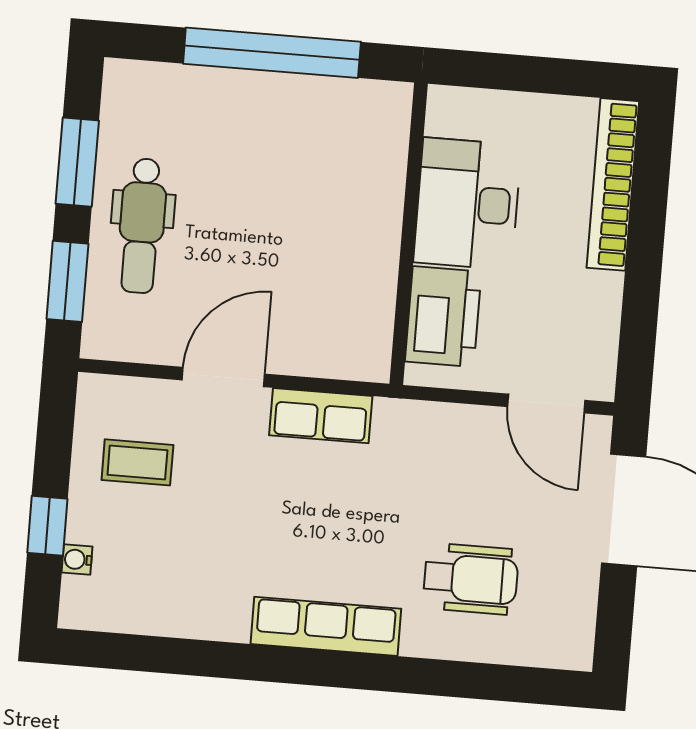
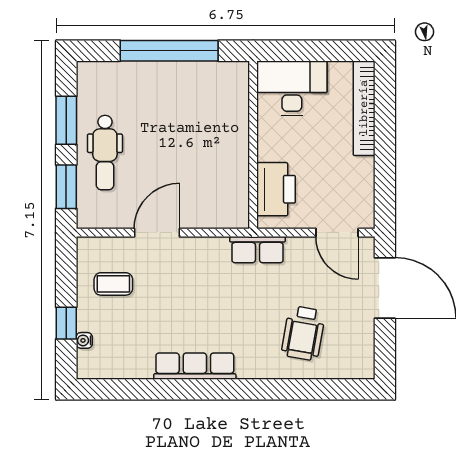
desk: (468, 204) -> (292, 88), moved, turned 90
row of seats: (321, 416) -> (257, 250), moved
wheelchair: (471, 579) -> (303, 333), turned 100
row of seats: (326, 626) -> (195, 366), moved

